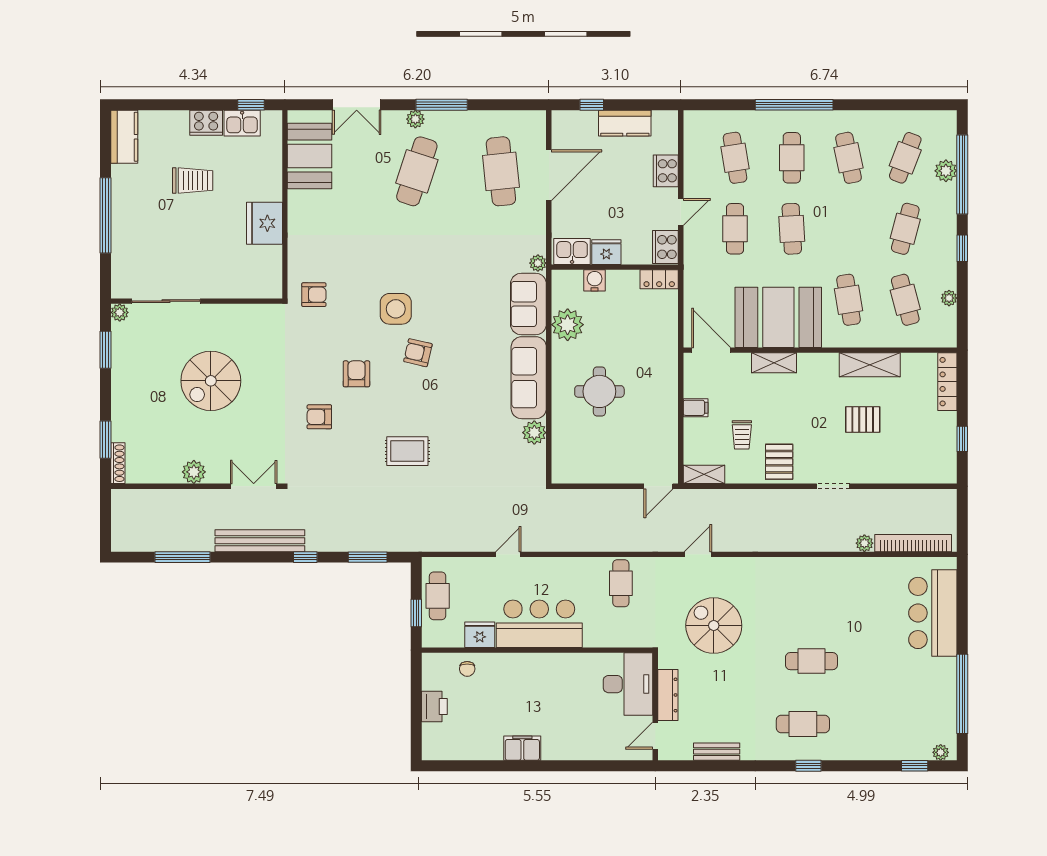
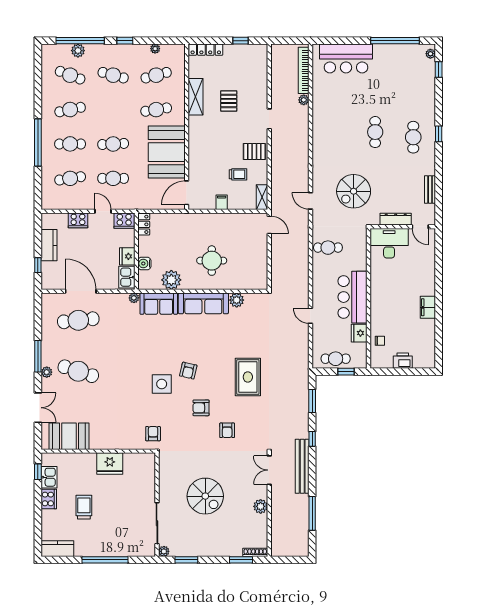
shelving: (774, 363) -> (194, 155), removed
rug: (407, 451) -> (248, 377), width x1.36, depth x1.43

